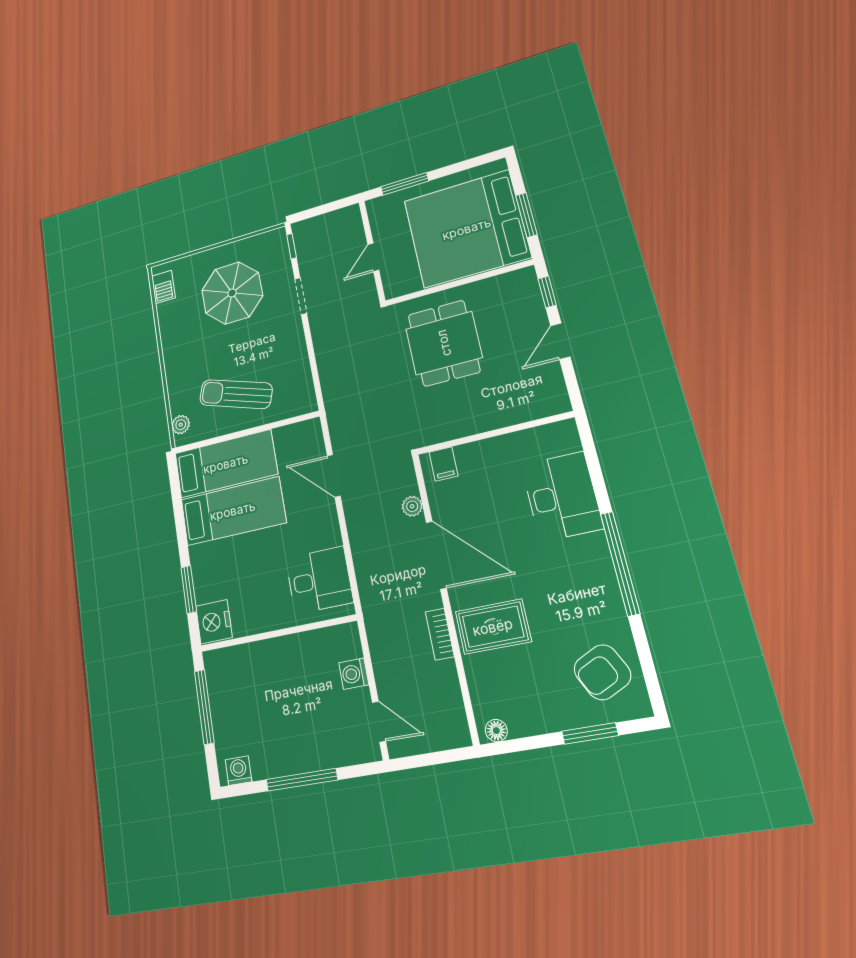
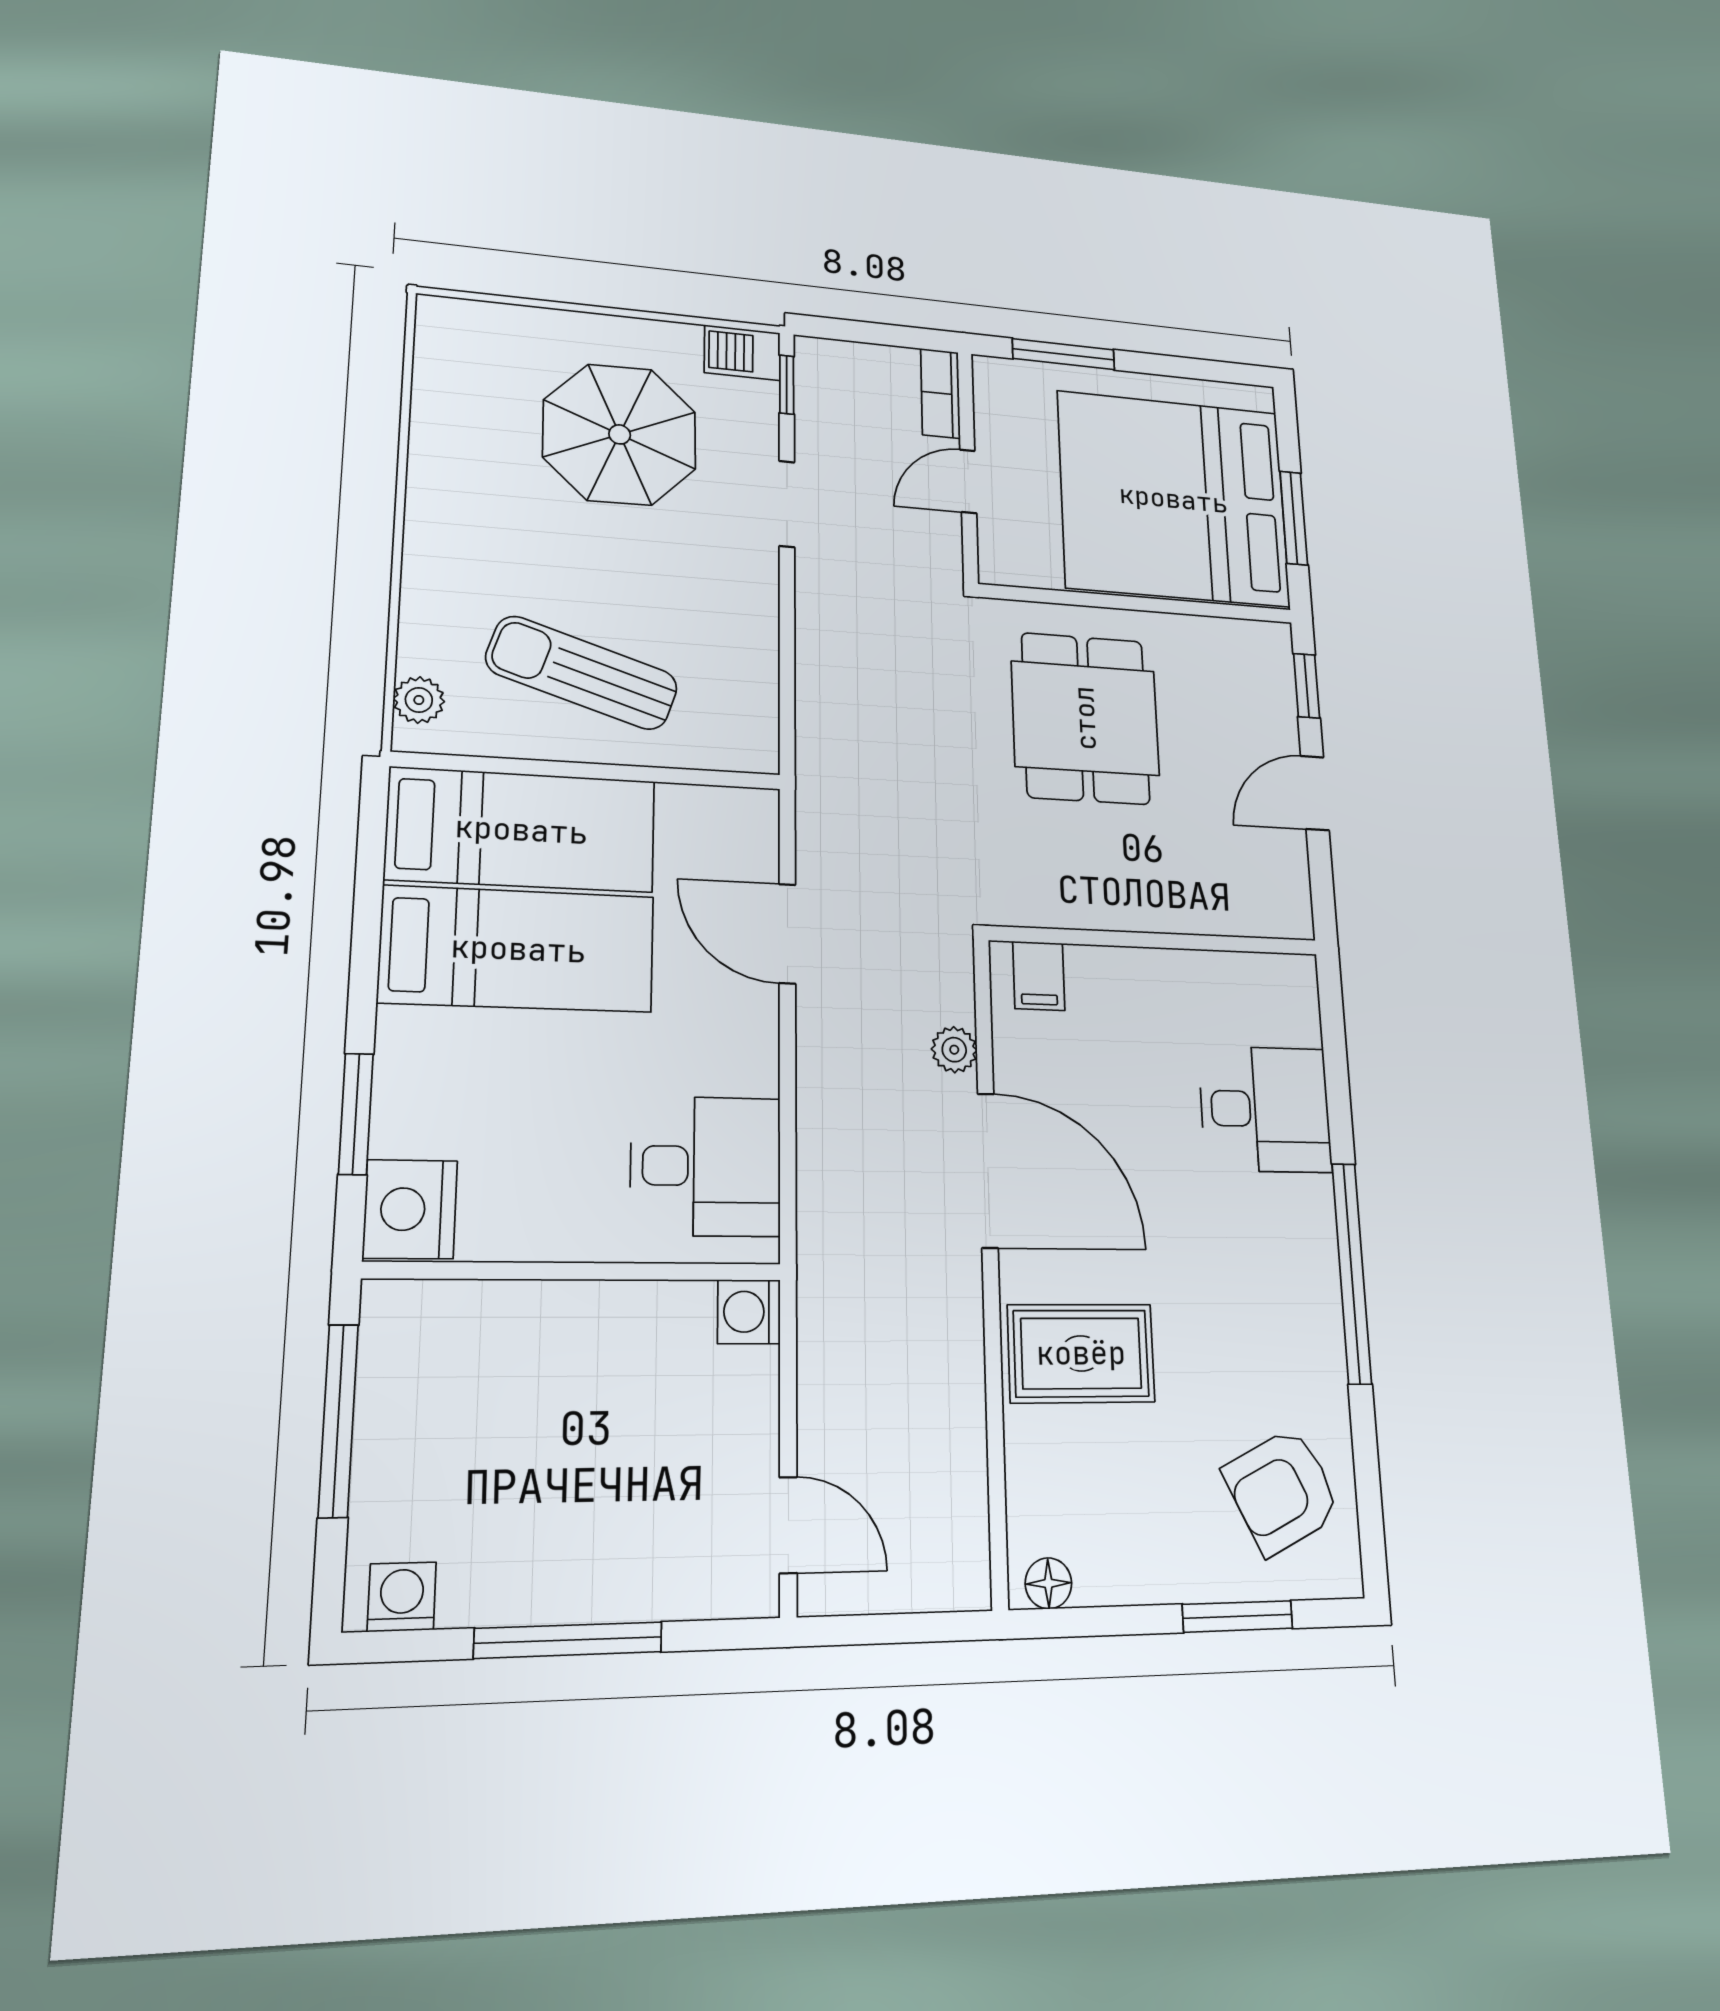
barbecue: (163, 287) -> (742, 353), moved, turned 90
desk: (562, 496) -> (1265, 1109), width x0.73
bookcase: (440, 634) -> (940, 393), moved
washing machine: (354, 674) -> (749, 1312), moved

